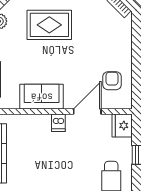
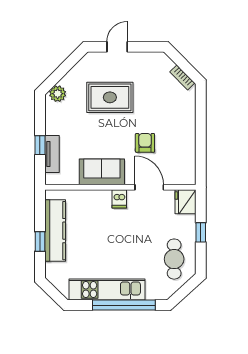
armchair: (112, 81) -> (145, 143), moved
door: (87, 112) -> (149, 187), hinge flipped

